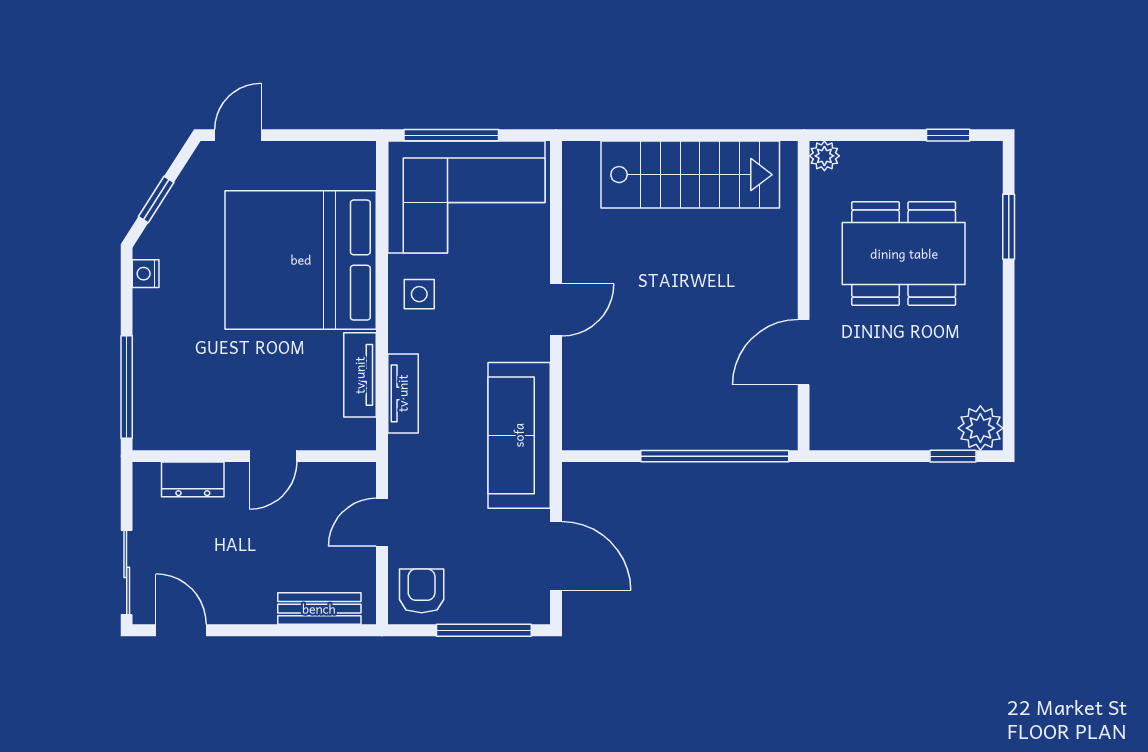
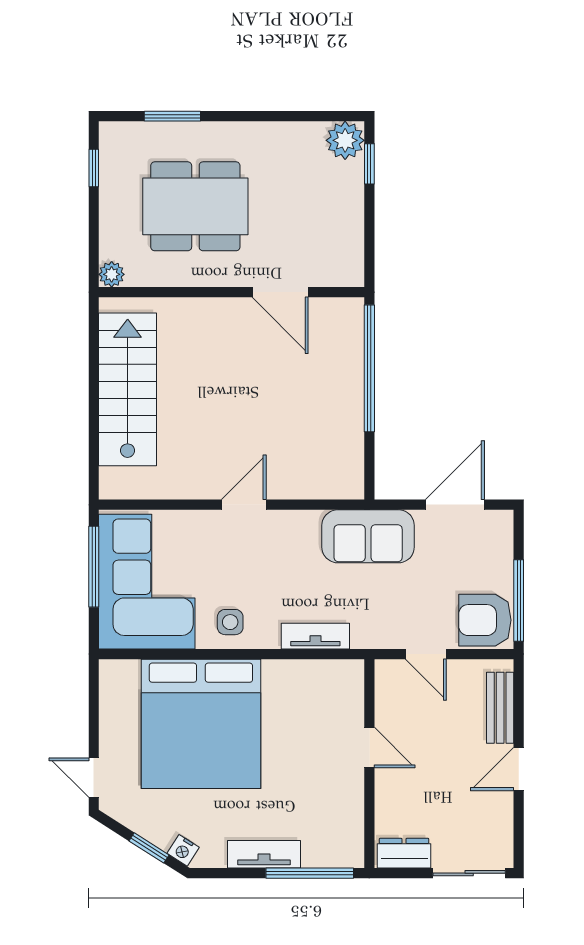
window: (451, 135) -> (94, 567), moved
dining table: (904, 254) -> (195, 206), turned 90
nightstand: (146, 274) -> (183, 850), moved, turned 33
door: (556, 310) -> (244, 505), hinge flipped
tv unit: (360, 375) -> (264, 854), moved, turned 180
sofa: (519, 435) -> (368, 536), width x0.73
dresser: (193, 479) -> (404, 853), moved, turned -90
armchair: (422, 591) -> (485, 620), width x1.38, depth x1.38
door: (181, 630) -> (519, 769), moved
window: (484, 630) -> (519, 600), moved

